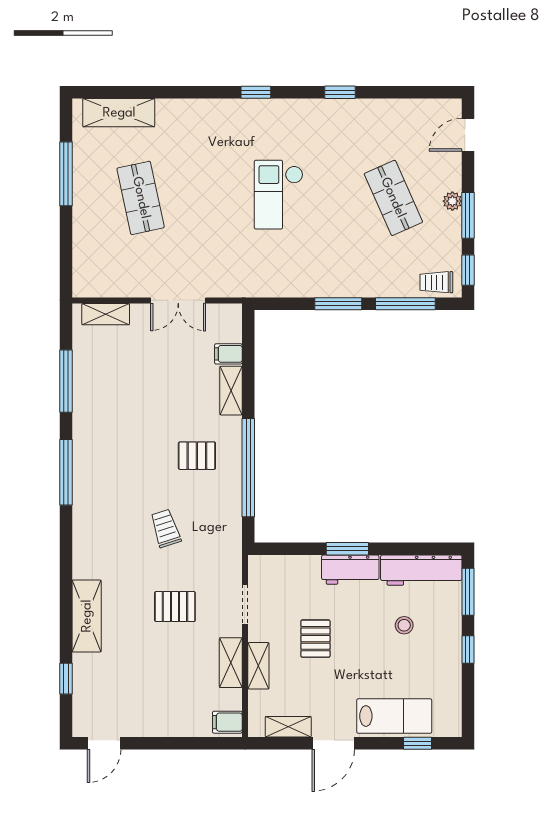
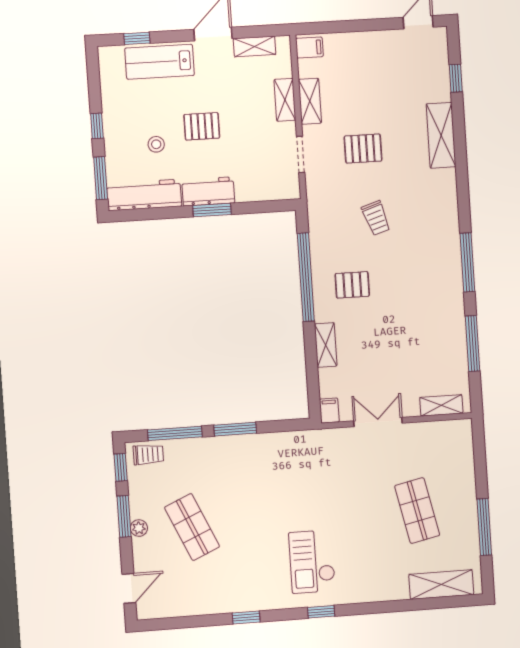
checkout: (279, 195) -> (312, 562), moved, turned 180
filing cabinet: (228, 354) -> (329, 411), moved, turned -90
pallet: (315, 639) -> (202, 126), moved, turned 90

